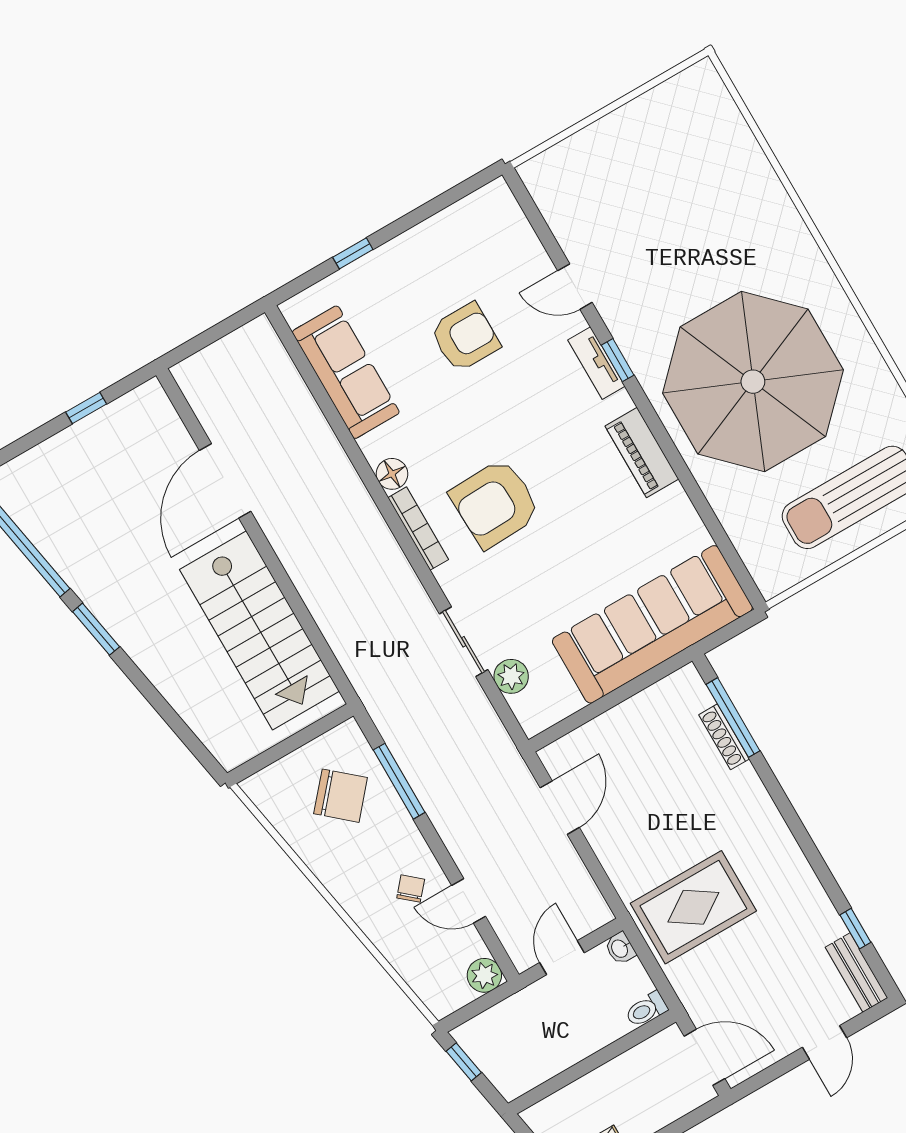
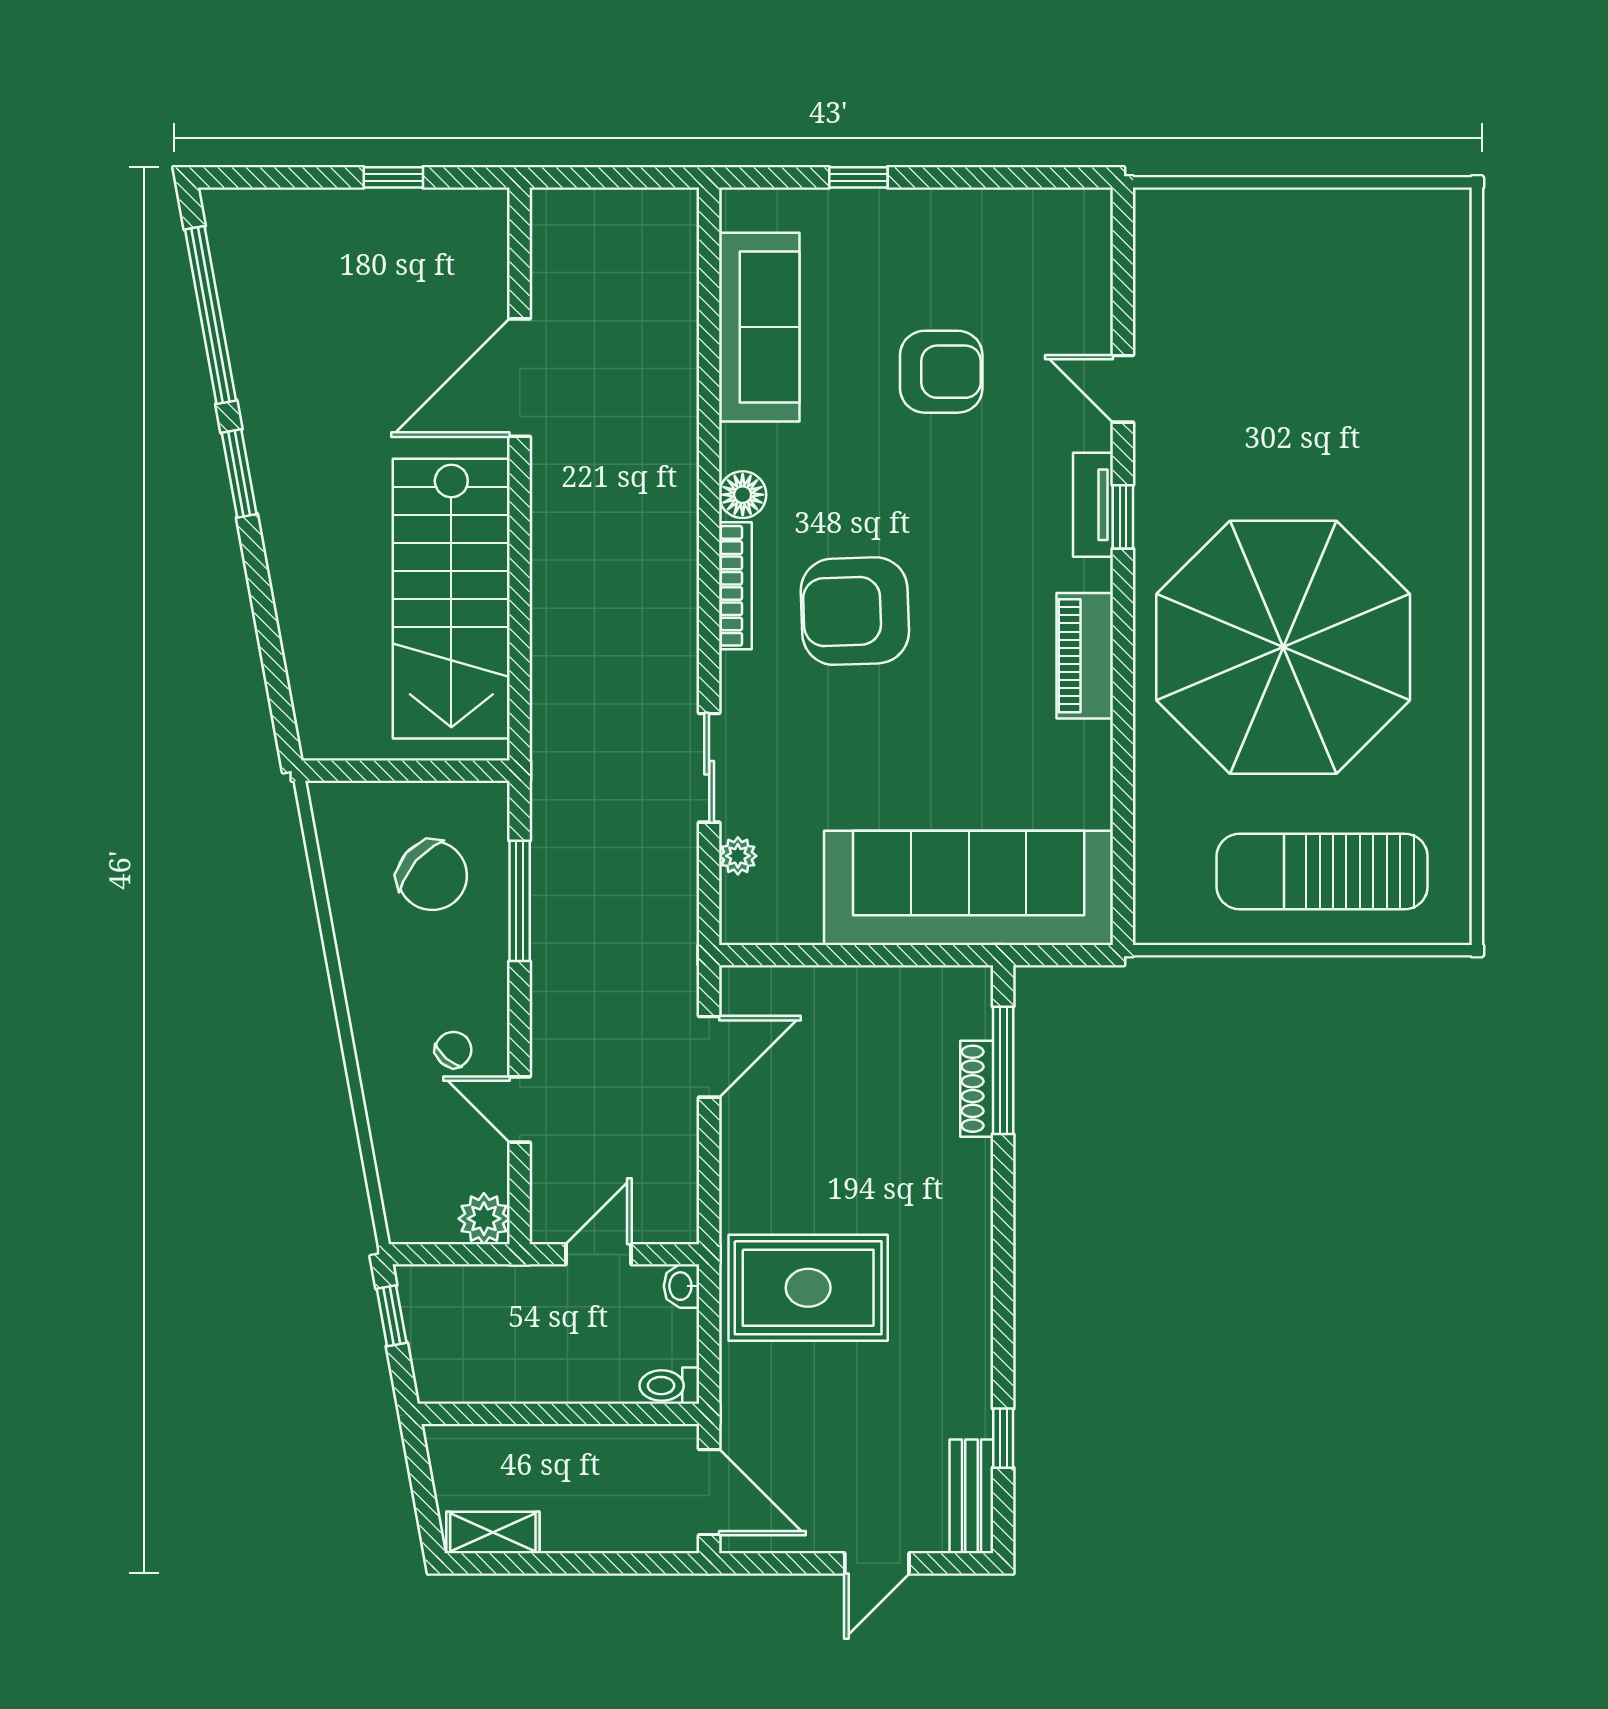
plant: (511, 676) -> (738, 856), width x0.73, depth x0.73

